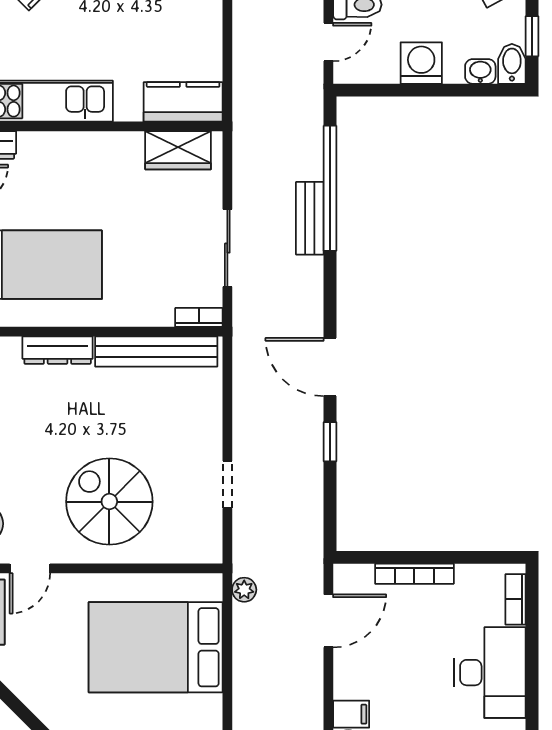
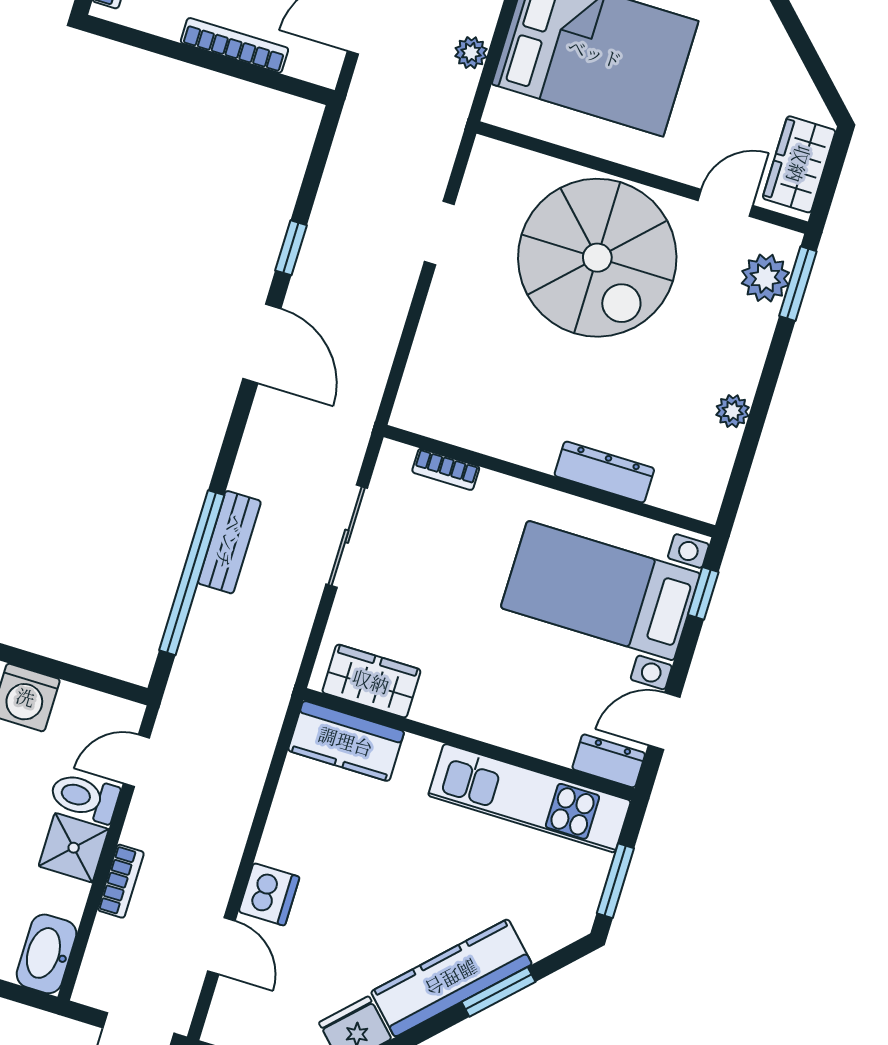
bookcase: (199, 317) -> (446, 469), moved
bench: (156, 352) -> (478, 431), removed
spiral stairs: (109, 502) -> (597, 258), width x1.37, depth x1.37
plant: (244, 590) -> (471, 53), moved

